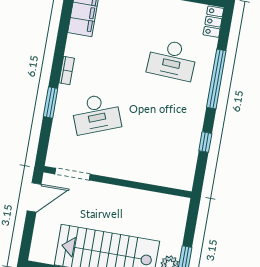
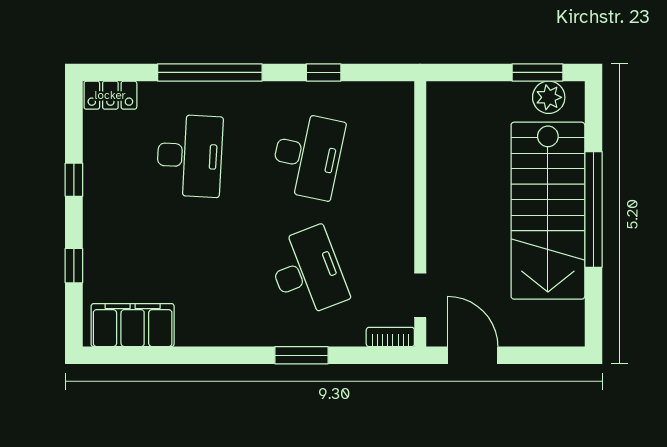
bookcase: (67, 71) -> (390, 337), moved
desk: (161, 125) -> (307, 156), added
doorway: (72, 174) -> (420, 295), width x0.73

